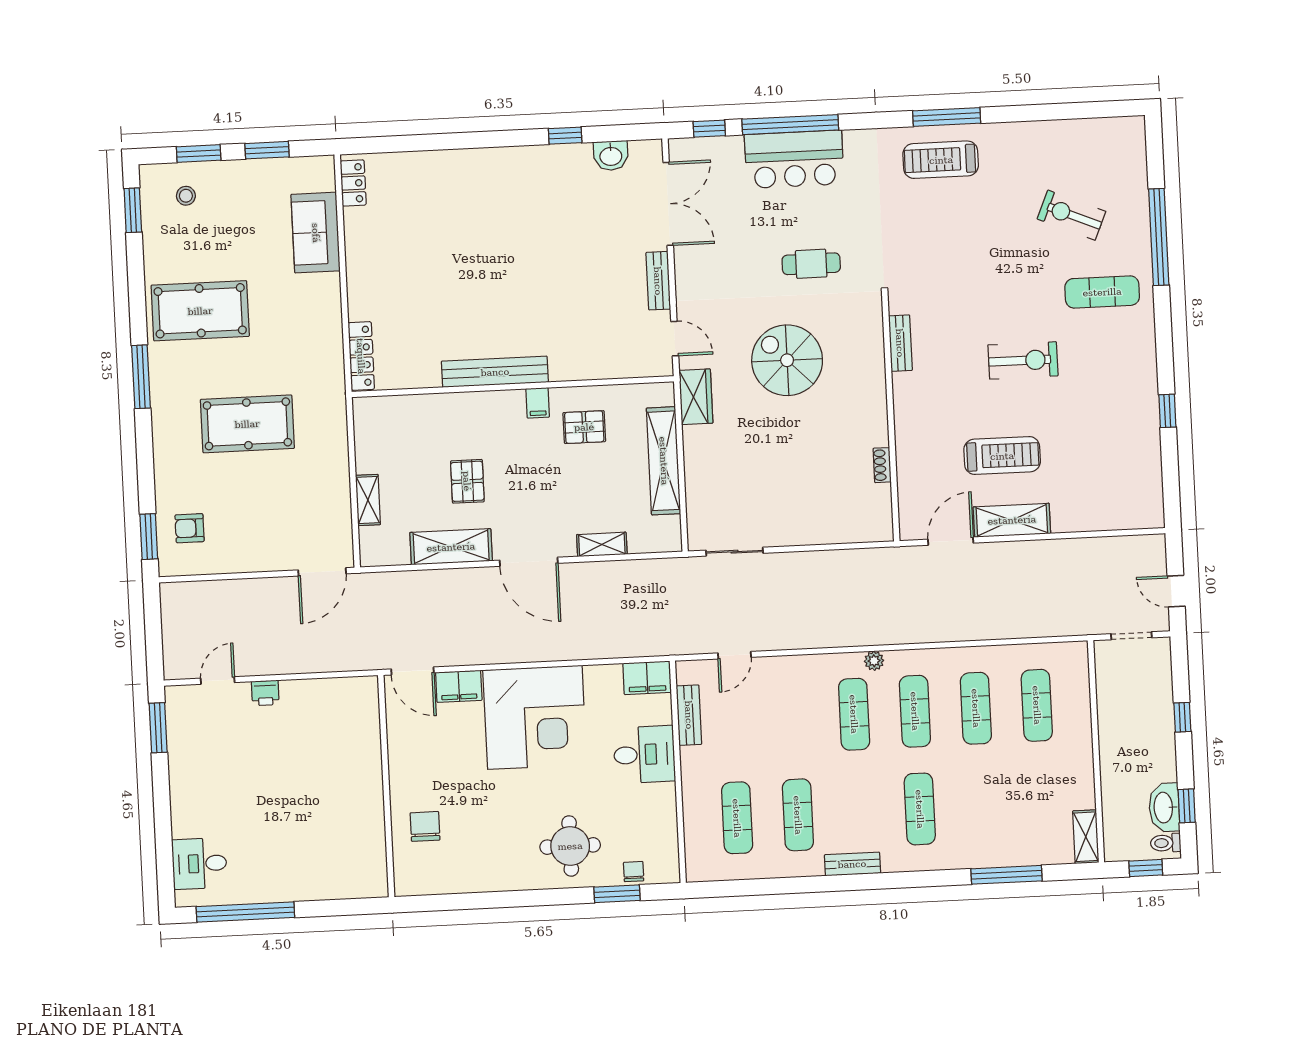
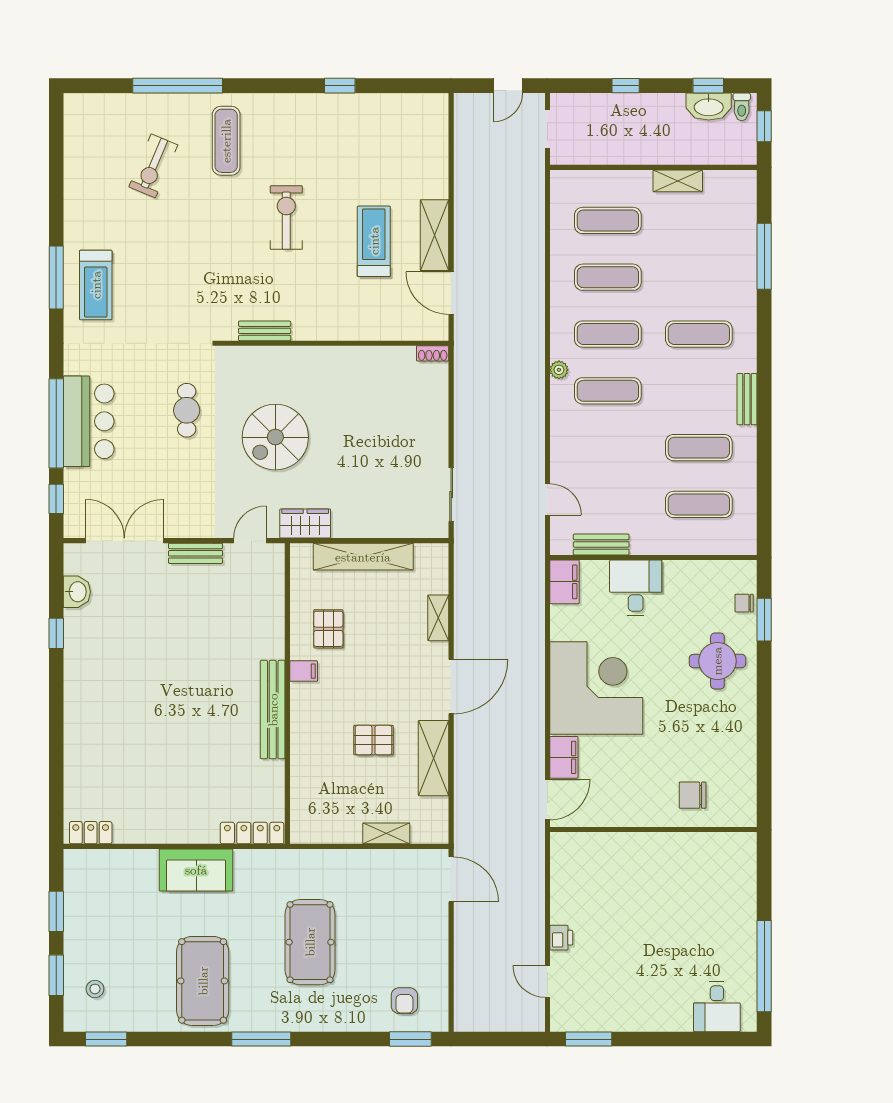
sofa: (316, 233) -> (196, 870), moved
shoe rack: (882, 465) -> (433, 353), moved
shelving: (1086, 837) -> (678, 181), moved

